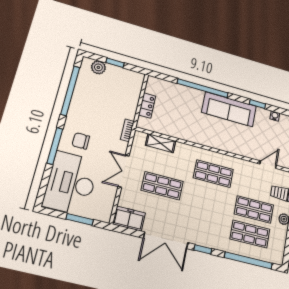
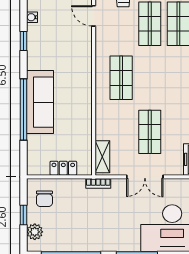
sofa: (229, 109) -> (40, 102), moved
chair: (81, 141) -> (44, 199), moved
shelving: (161, 143) -> (102, 157), moved

